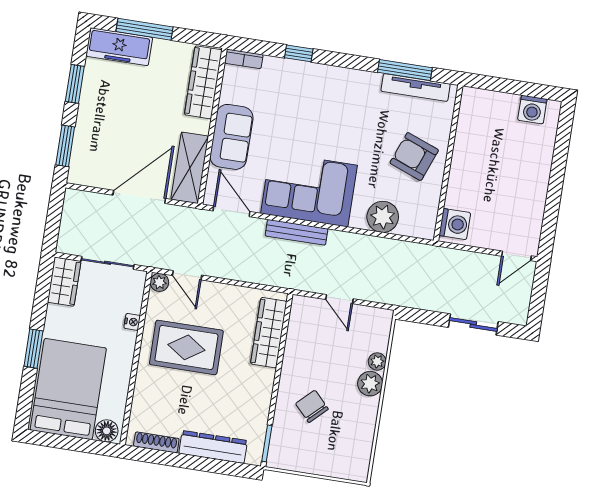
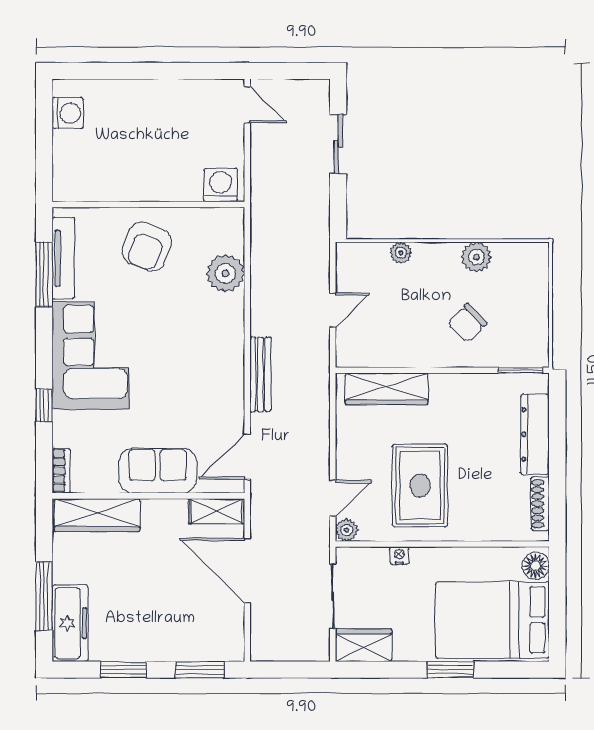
shelving: (190, 168) -> (217, 511), width x0.67, depth x0.75
corner sofa: (309, 189) -> (91, 355), moved, turned 180
plant: (370, 384) -> (476, 257), moved

